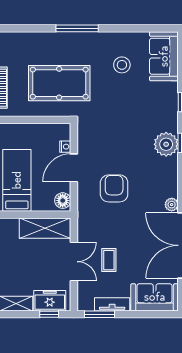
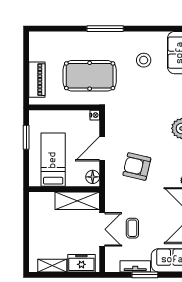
nightstand: (65, 147) -> (95, 115), moved
armchair: (114, 188) -> (137, 167), turned -77
window: (49, 314) -> (81, 275), removed
window: (99, 314) -> (145, 275), moved

